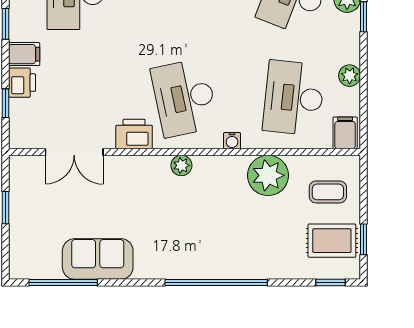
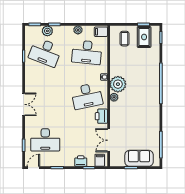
filing cabinet: (24, 54) -> (100, 160), moved
double door: (74, 152) -> (109, 140), swing flipped
plant: (268, 175) -> (118, 84), moved
sofa: (98, 259) -> (139, 158), moved, turned 90

